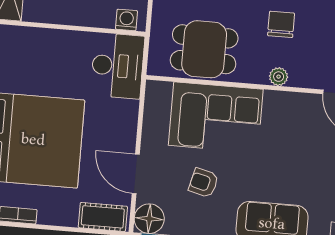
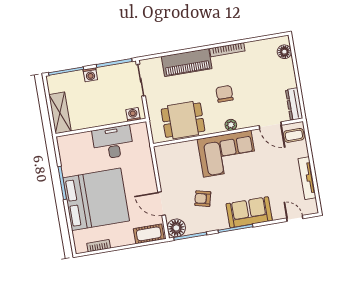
desk: (118, 66) -> (113, 142), moved, turned -90
corner sofa: (216, 117) -> (227, 154), moved

